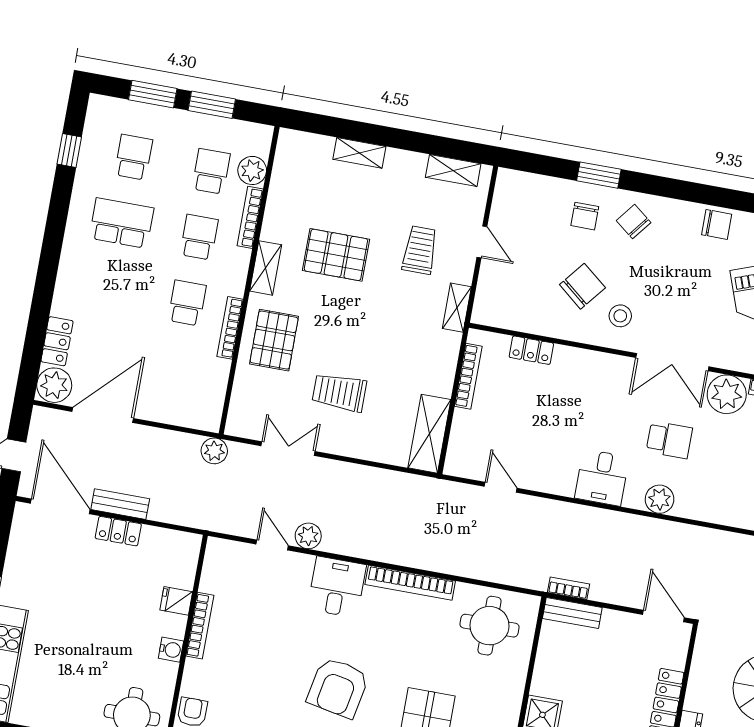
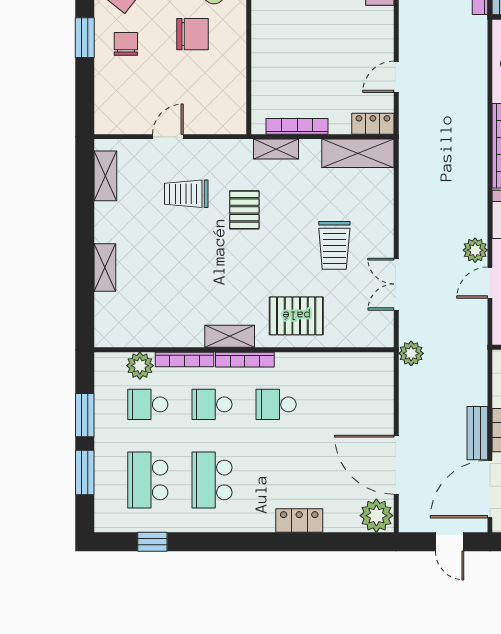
school desk: (133, 157) -> (148, 480), width x1.85
chair: (585, 216) -> (126, 44), turned -90
pallet: (336, 255) -> (244, 210), moved, width x0.67, depth x0.71
chair: (582, 286) -> (193, 34), turned 141
shelving: (457, 308) -> (276, 149), moved
bookcase: (230, 328) -> (245, 360), moved
locker: (57, 341) -> (299, 521), moved
locker: (531, 350) -> (373, 124), moved, turned -90

